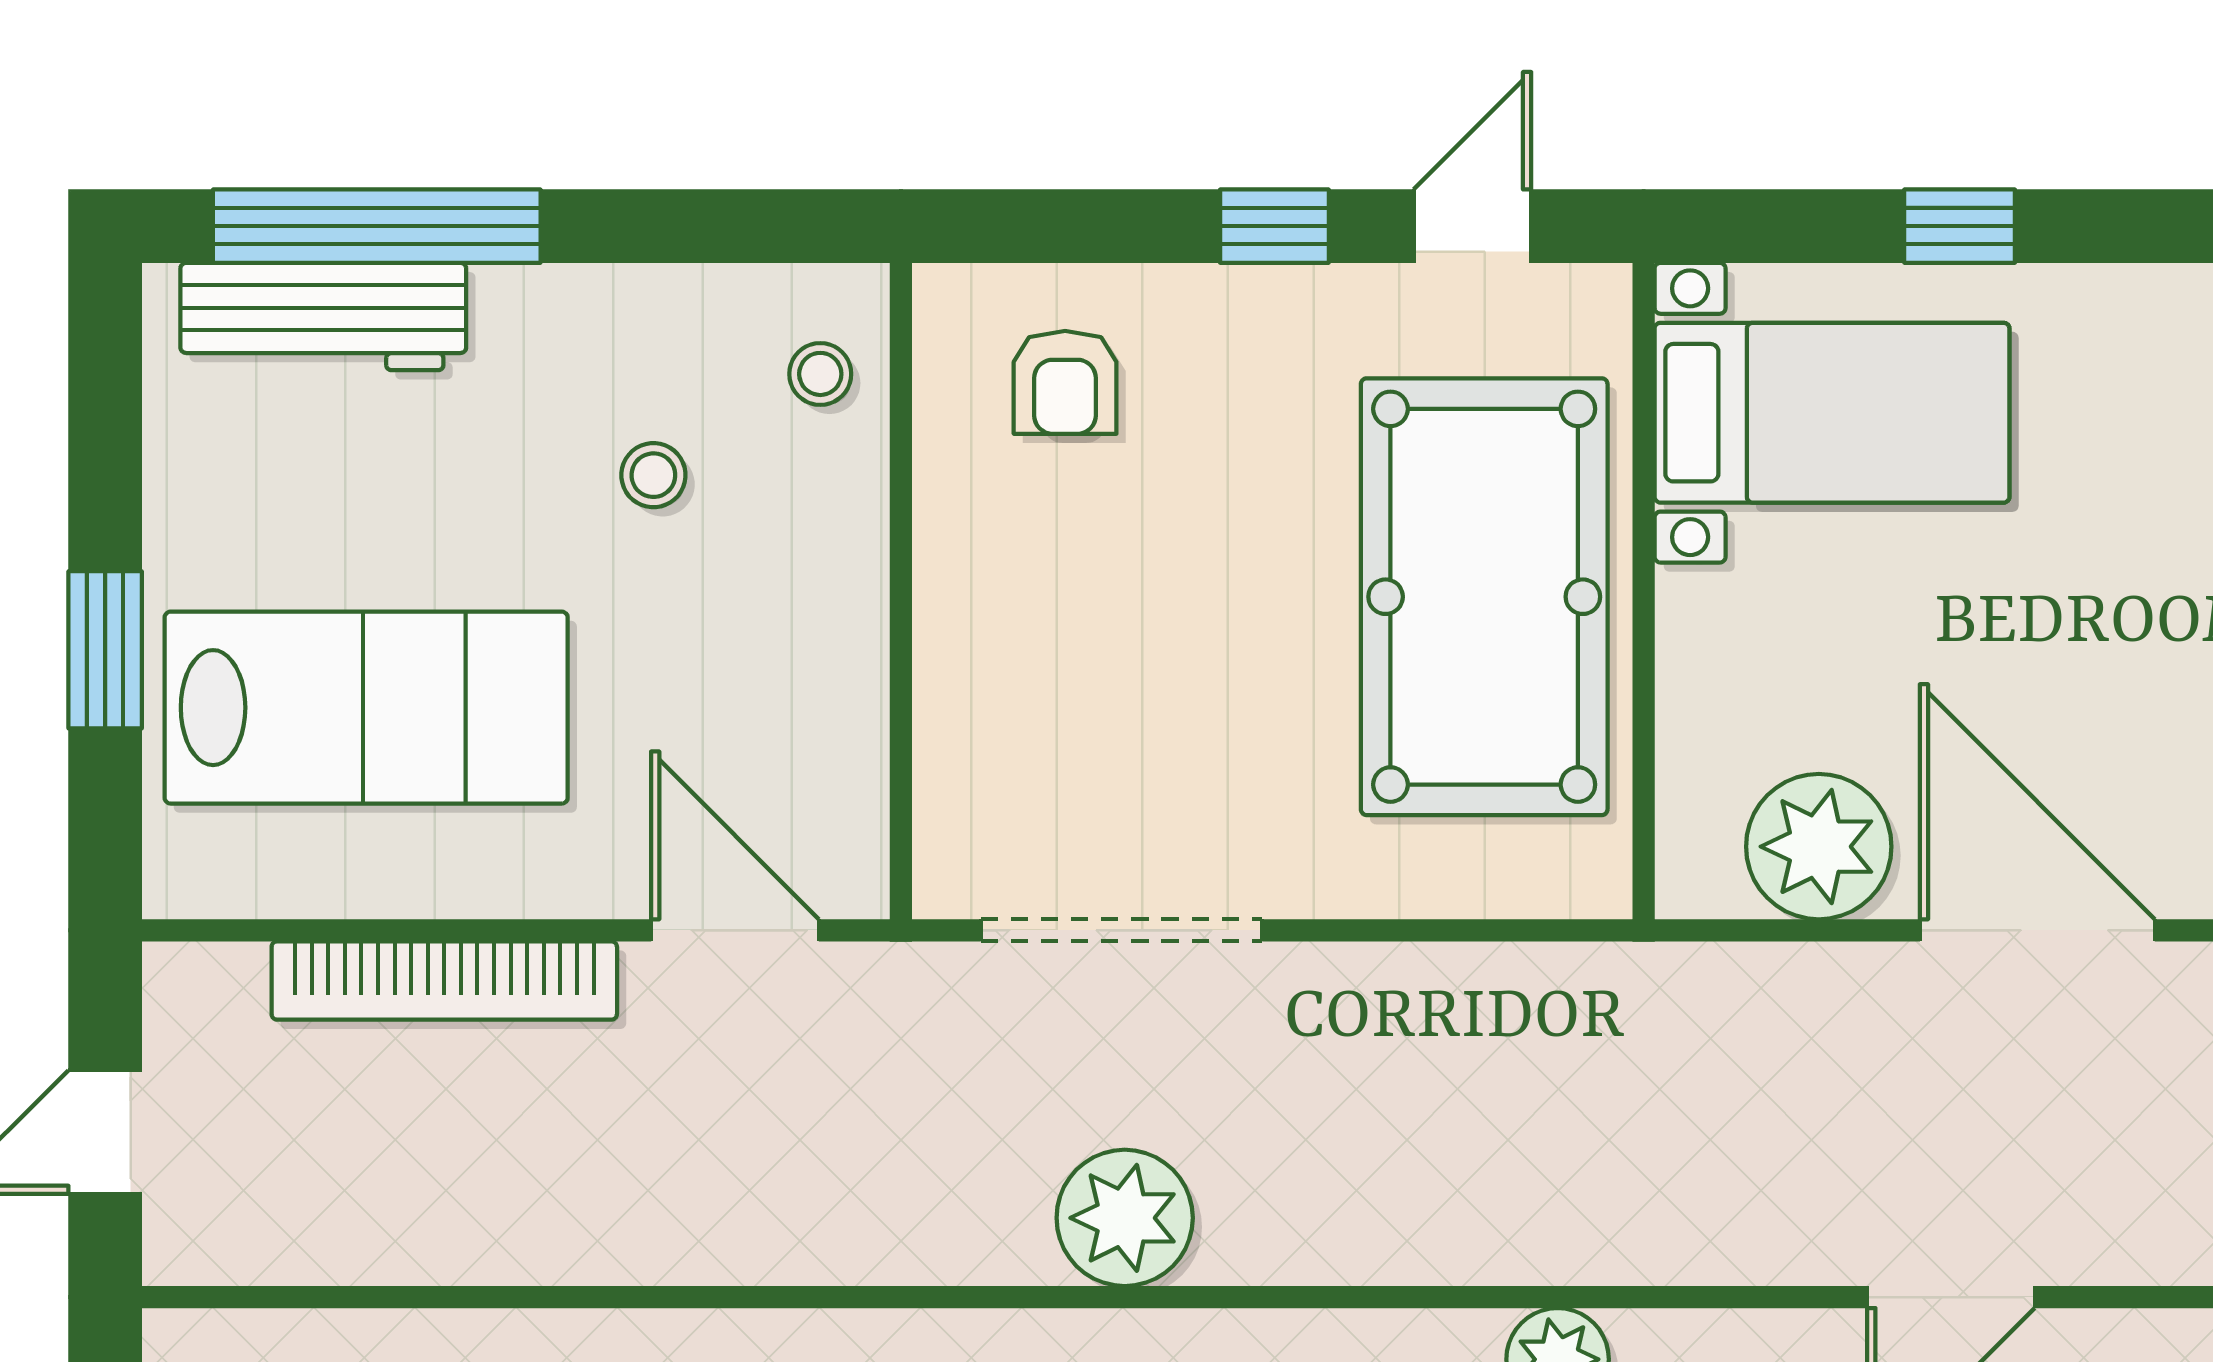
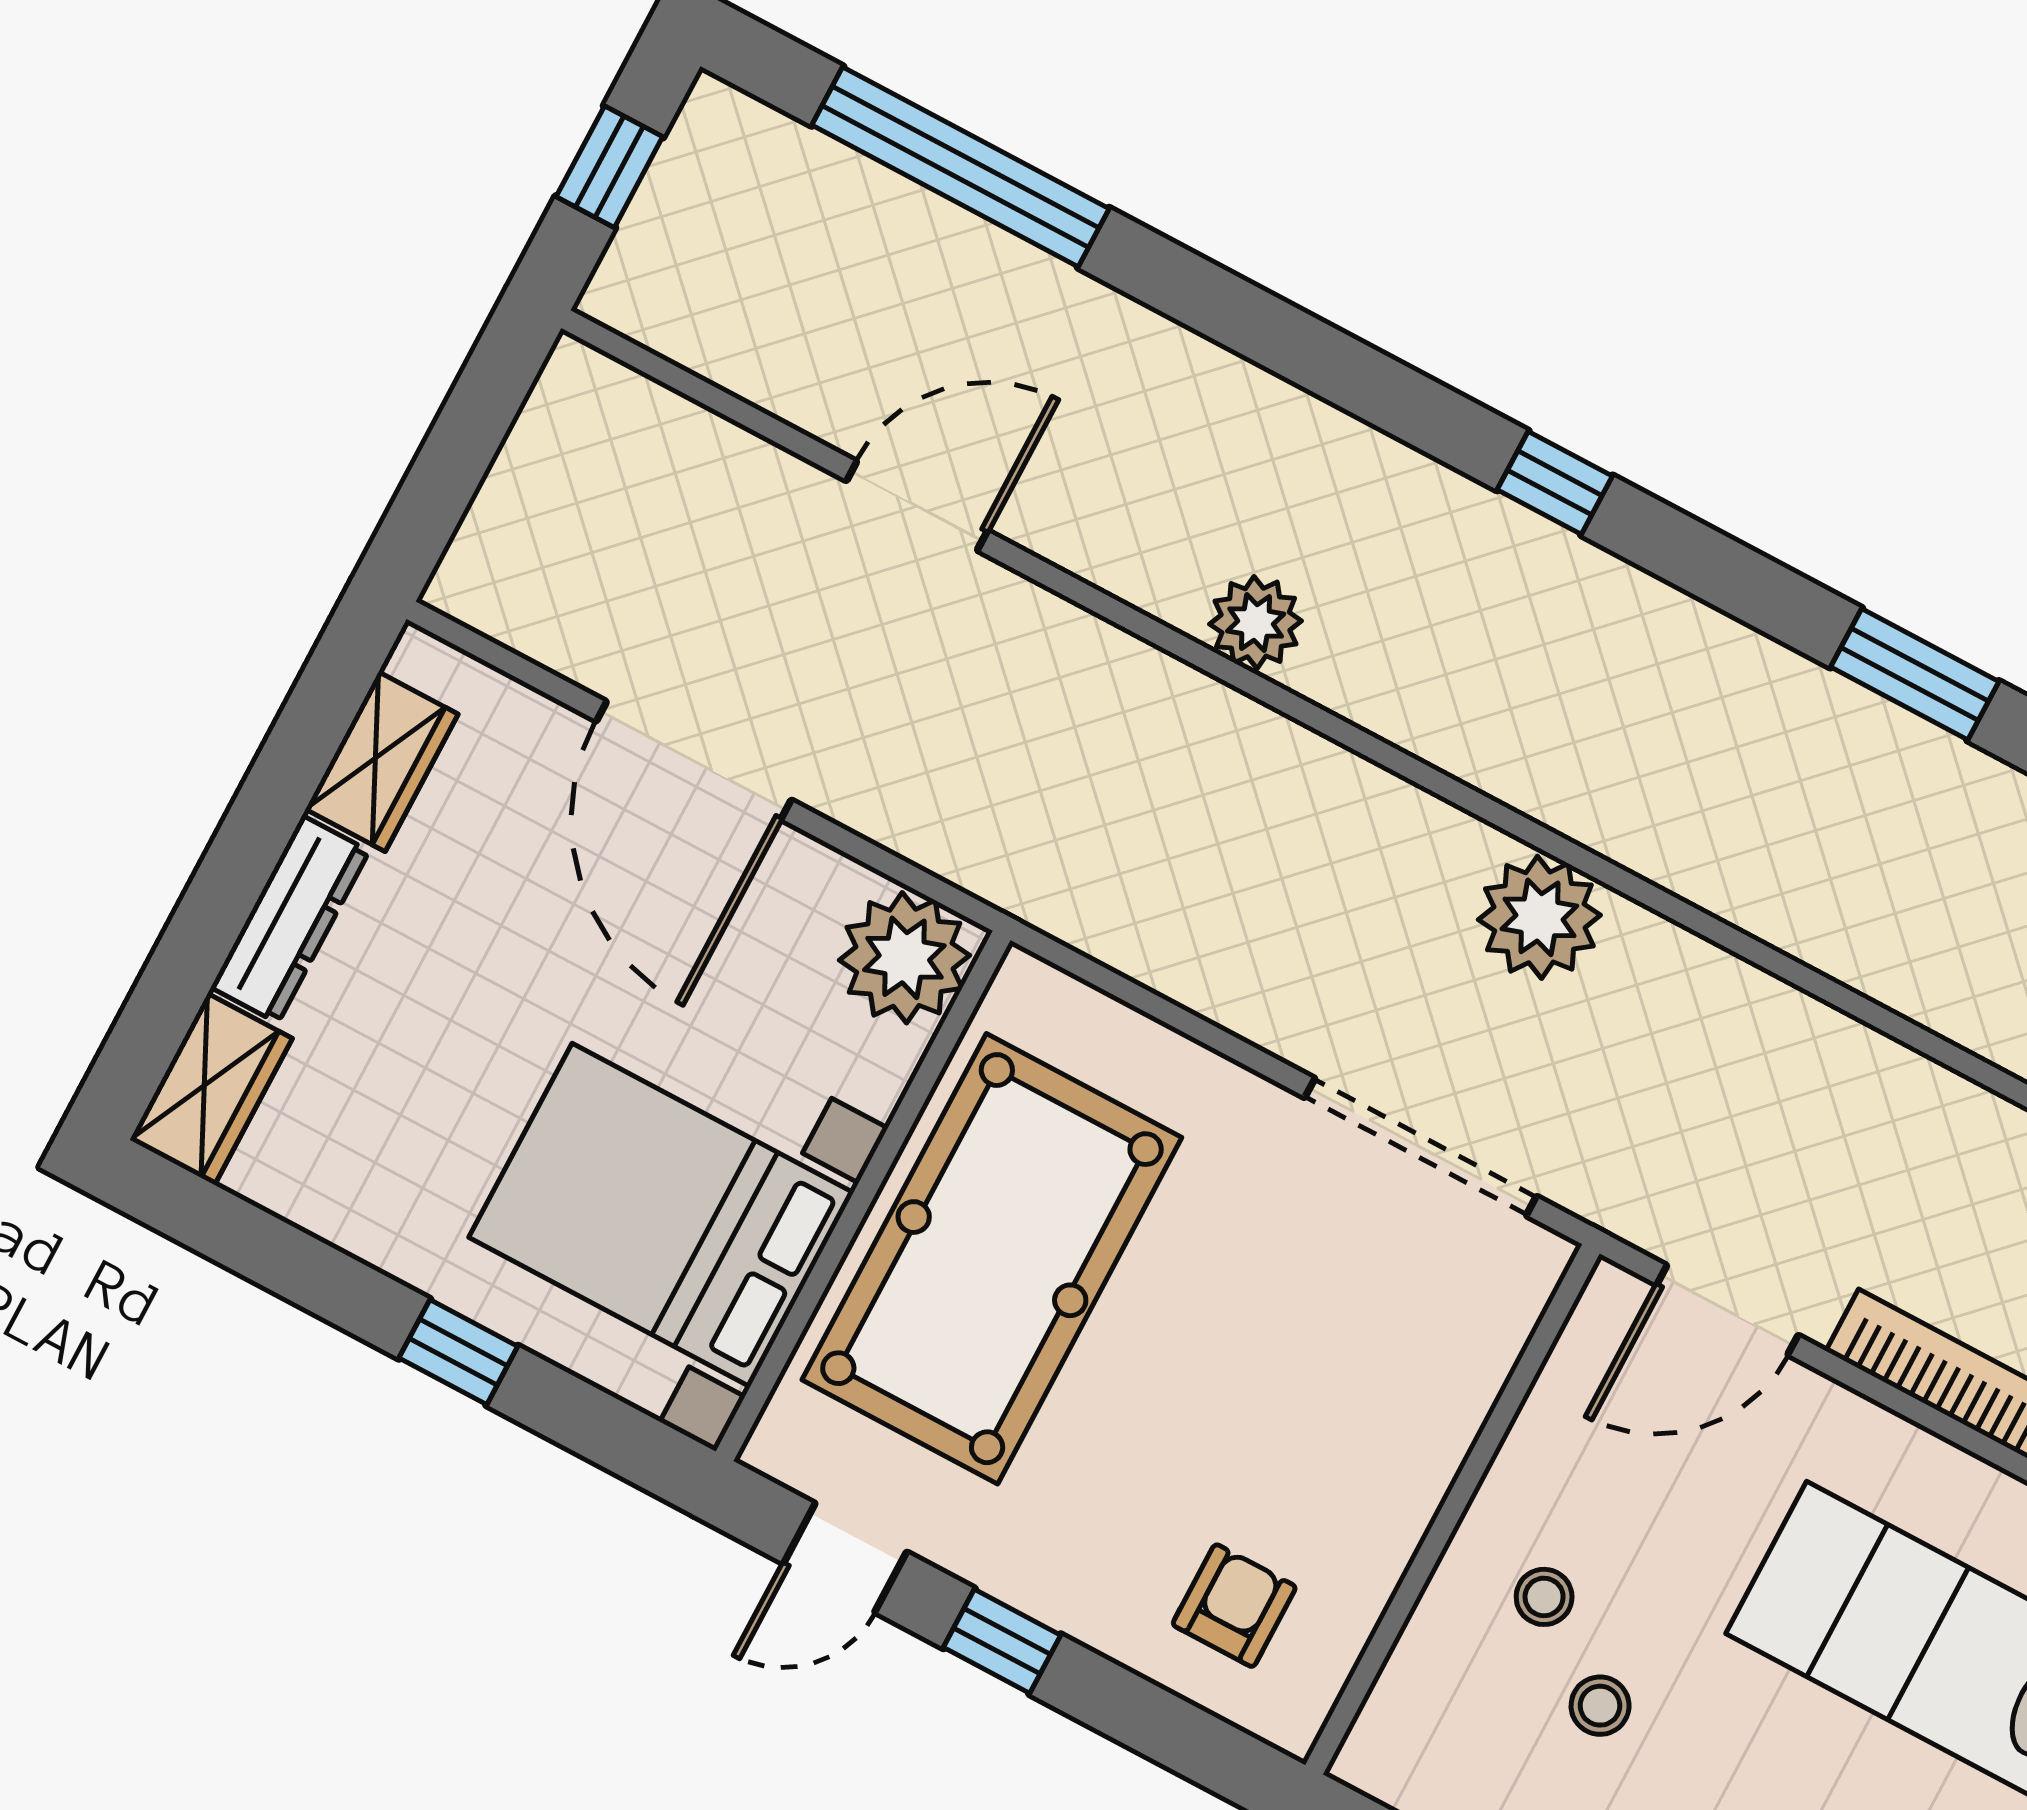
stool: (820, 374) -> (1544, 1597), moved
bed with nightstands: (1832, 413) -> (661, 1215), width x1.36
plant: (1819, 847) -> (904, 958), moved
door: (735, 930) -> (1727, 1310), hinge flipped

